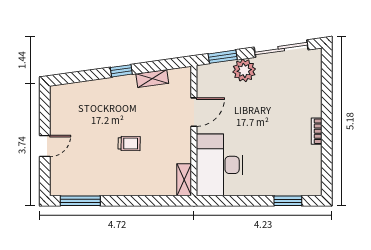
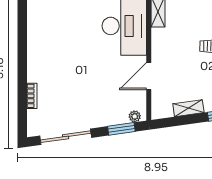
plant: (244, 70) -> (135, 116), moved, width x0.53, depth x0.53
bookcase: (317, 131) -> (32, 96), moved

